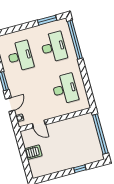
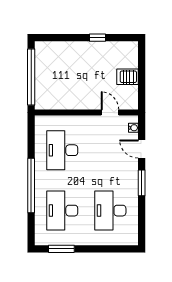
window: (75, 40) -> (31, 185), moved
door: (10, 105) -> (142, 149), hinge flipped
window: (80, 169) -> (97, 38), moved

